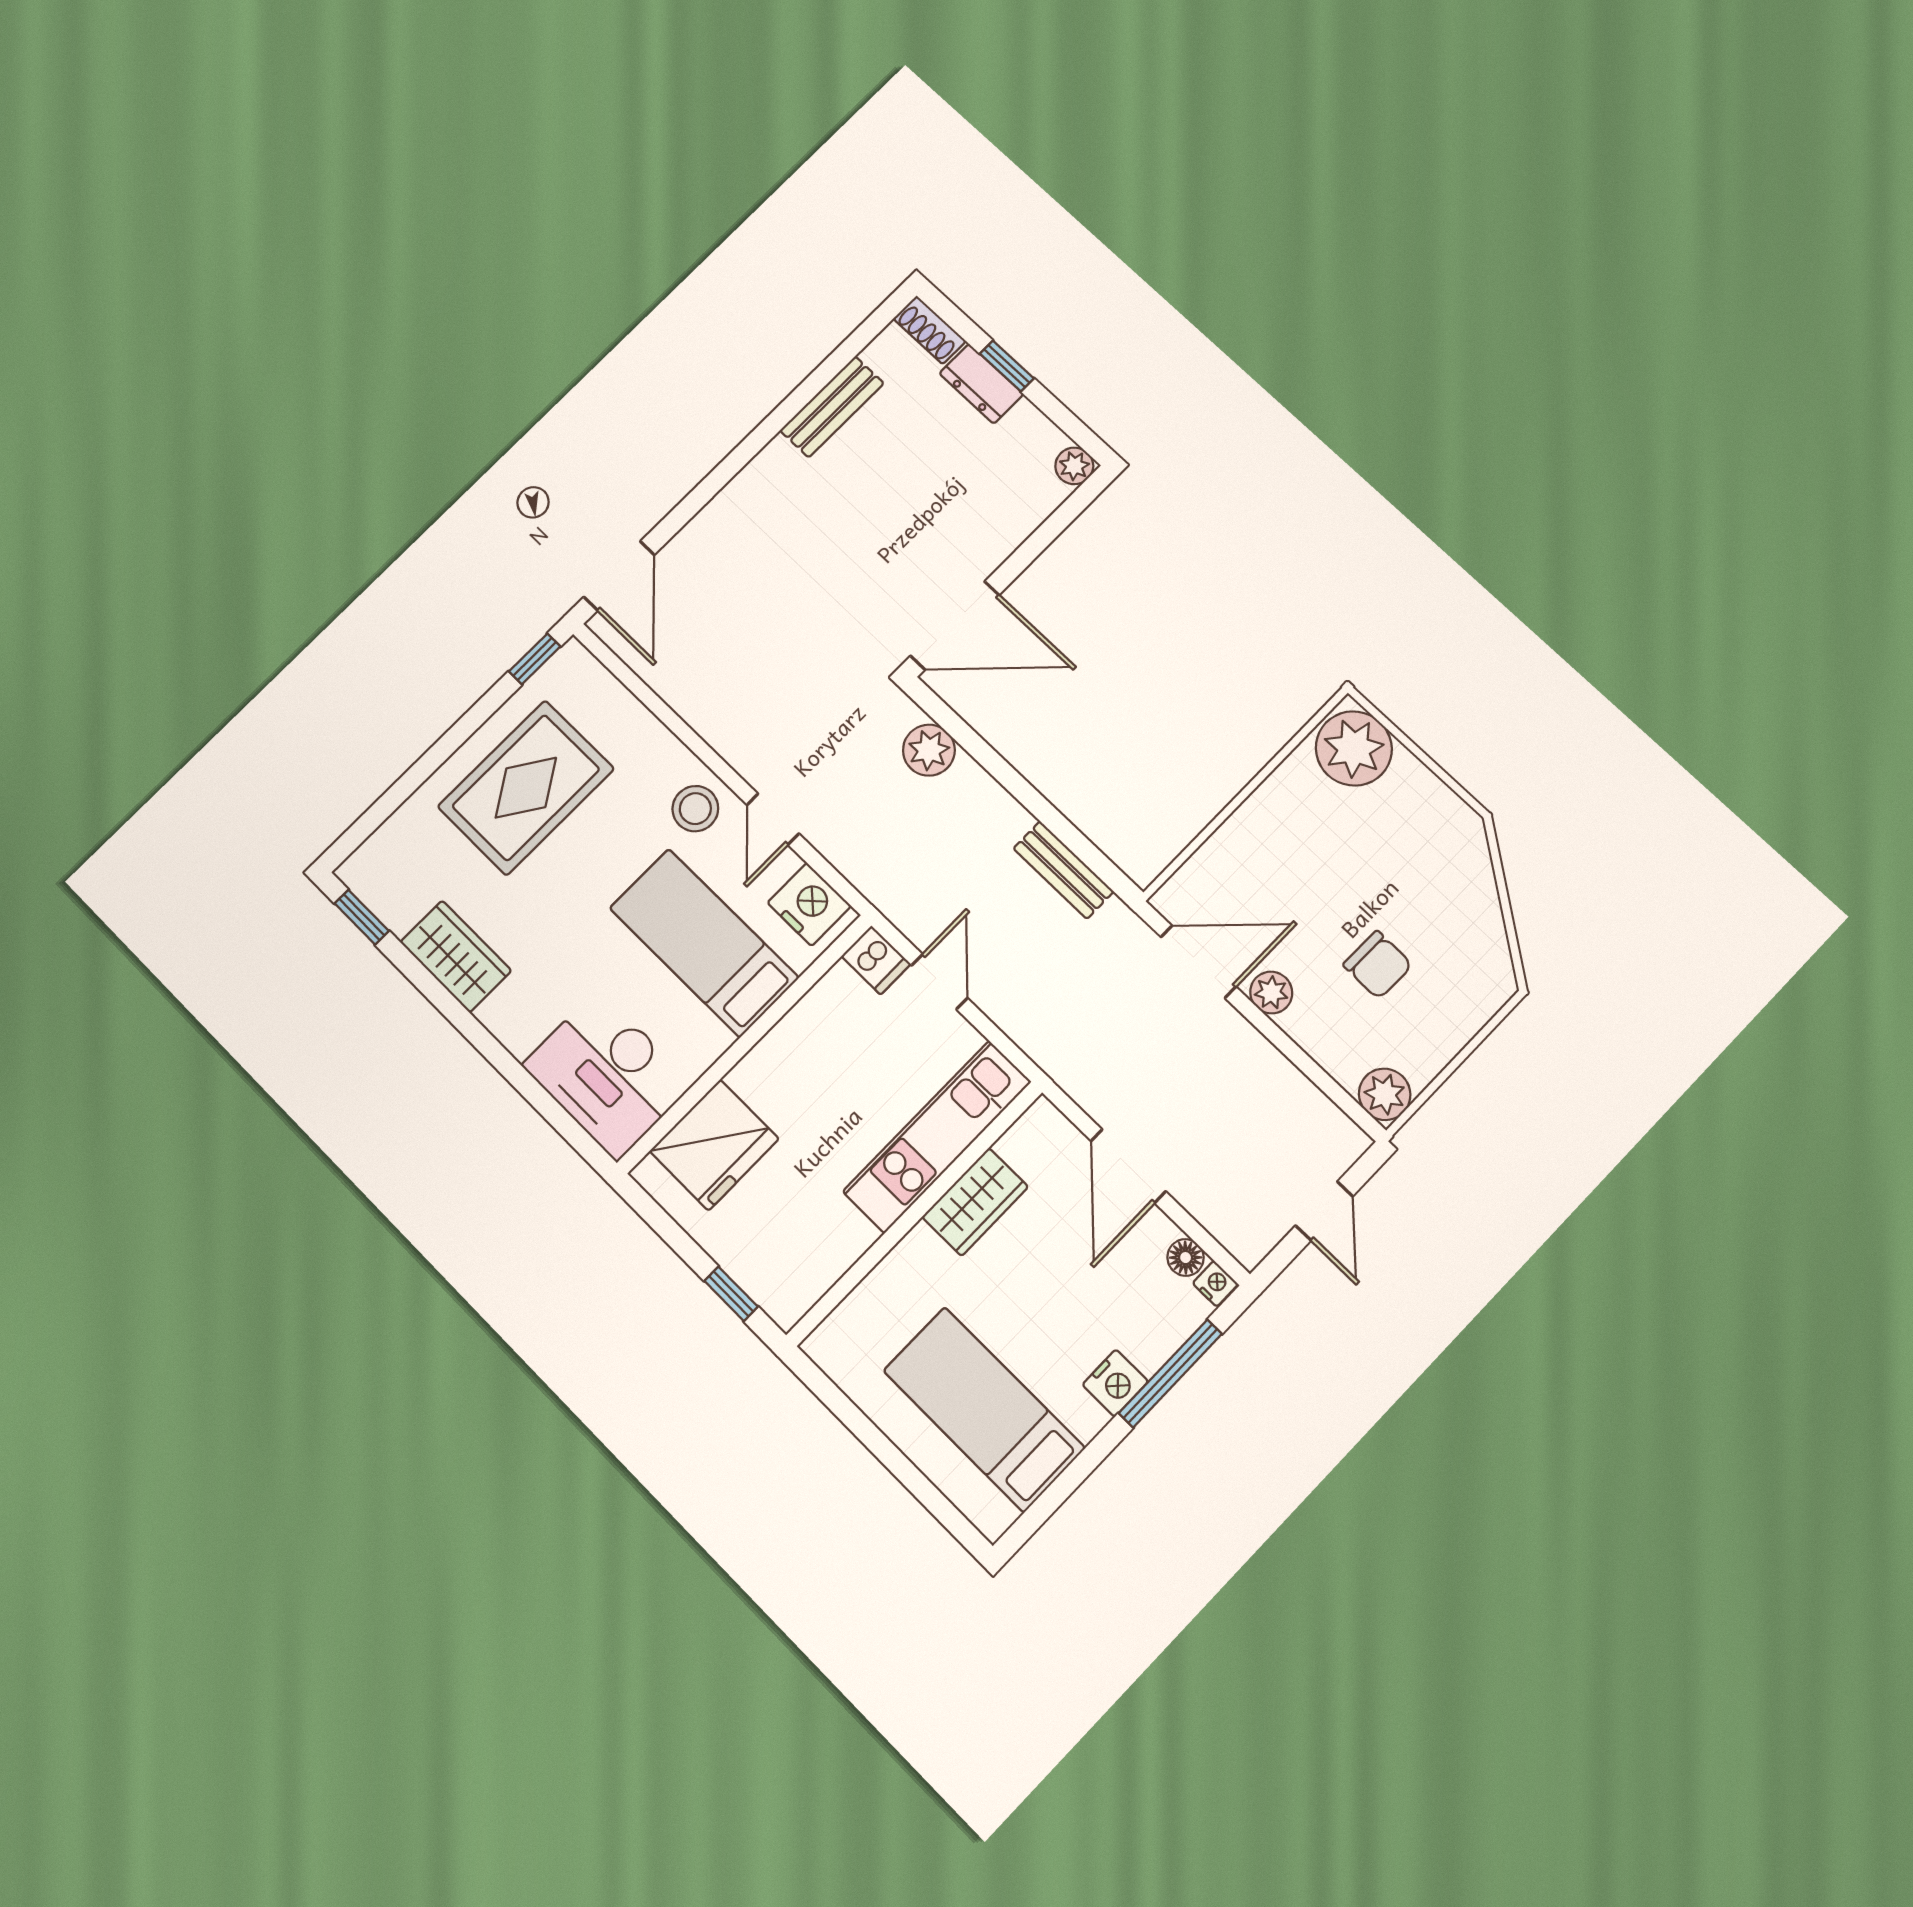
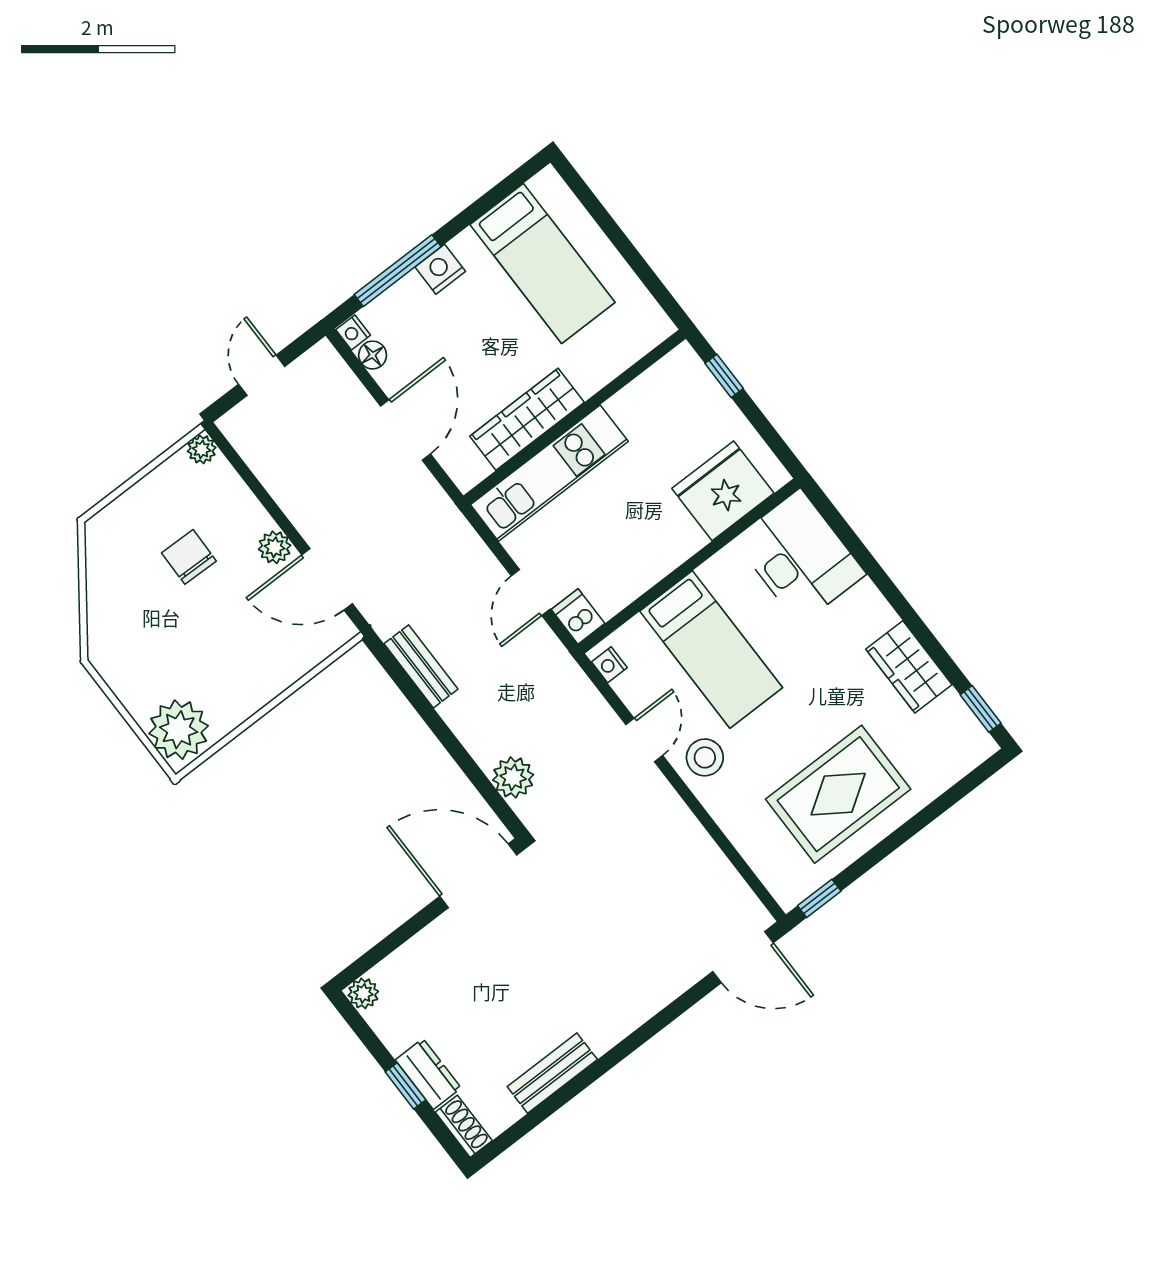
door: (619, 576) -> (743, 957), swing flipped
nightstand: (809, 904) -> (609, 665), width x0.53, depth x0.56
plant: (1385, 1094) -> (202, 449), width x0.73, depth x0.73
wardrobe: (975, 1202) -> (527, 419), width x1.50

